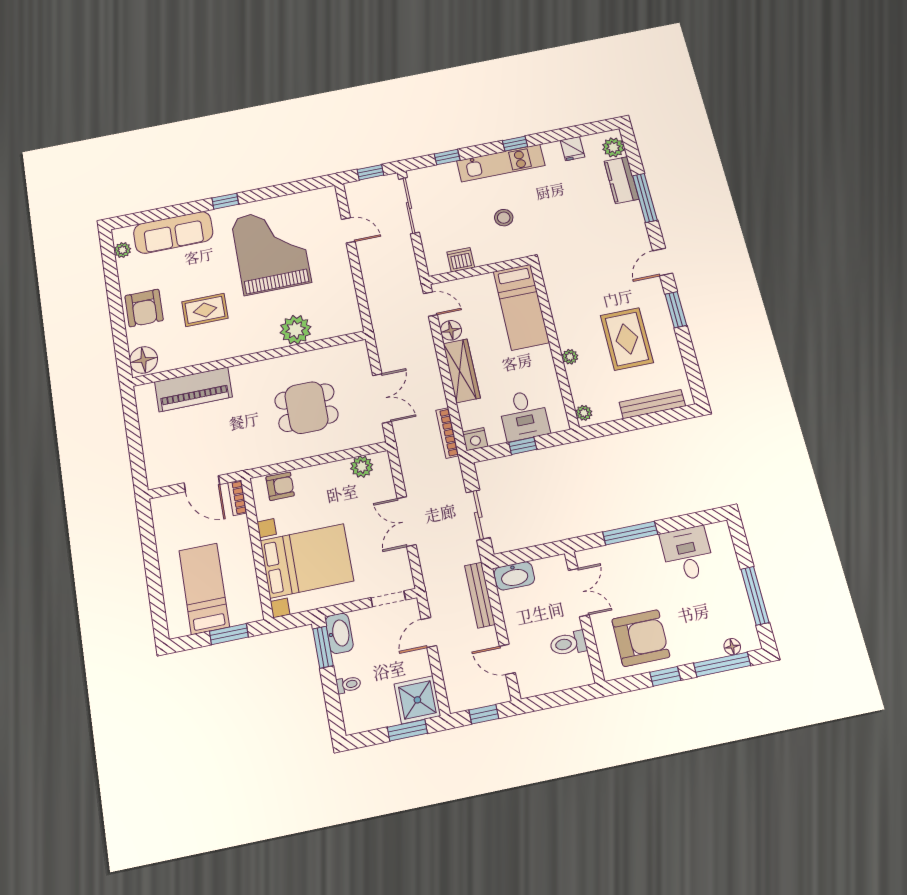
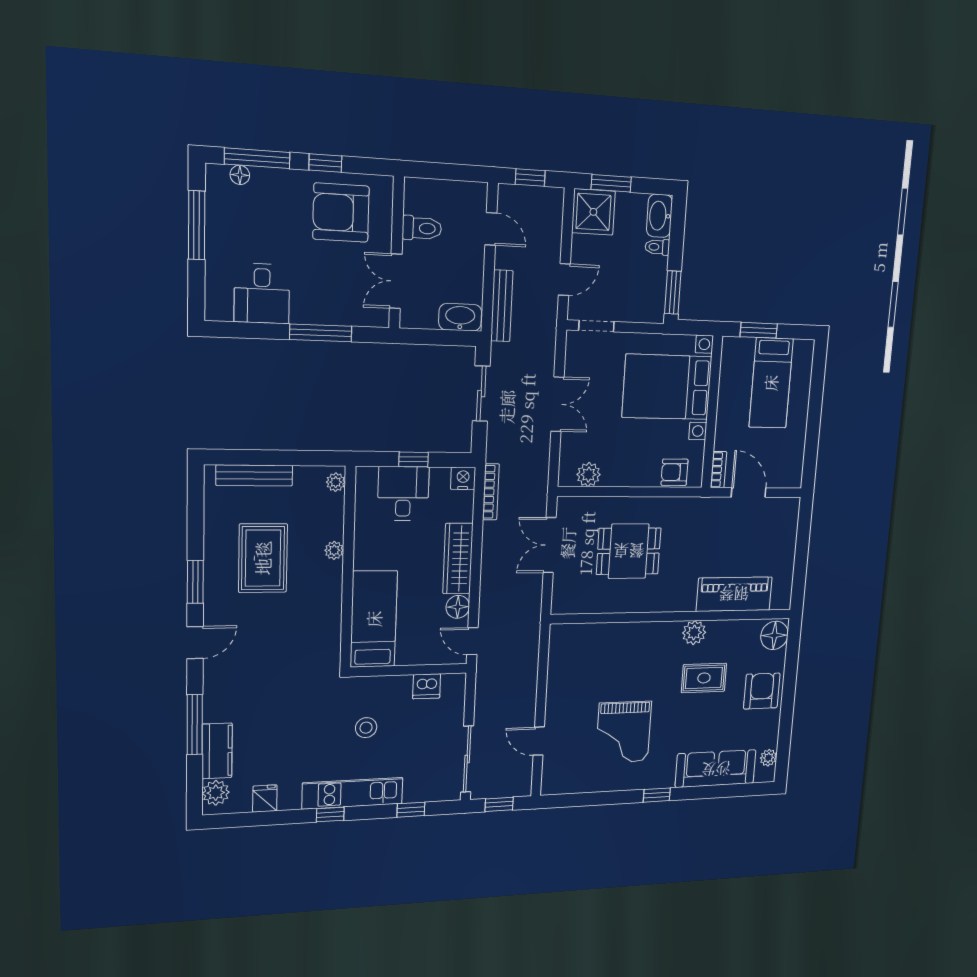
grand piano: (271, 250) -> (624, 732), width x0.73, depth x0.68
plant: (296, 330) -> (694, 633), moved, width x0.73, depth x0.73
washbasin: (339, 633) -> (659, 216), moved

